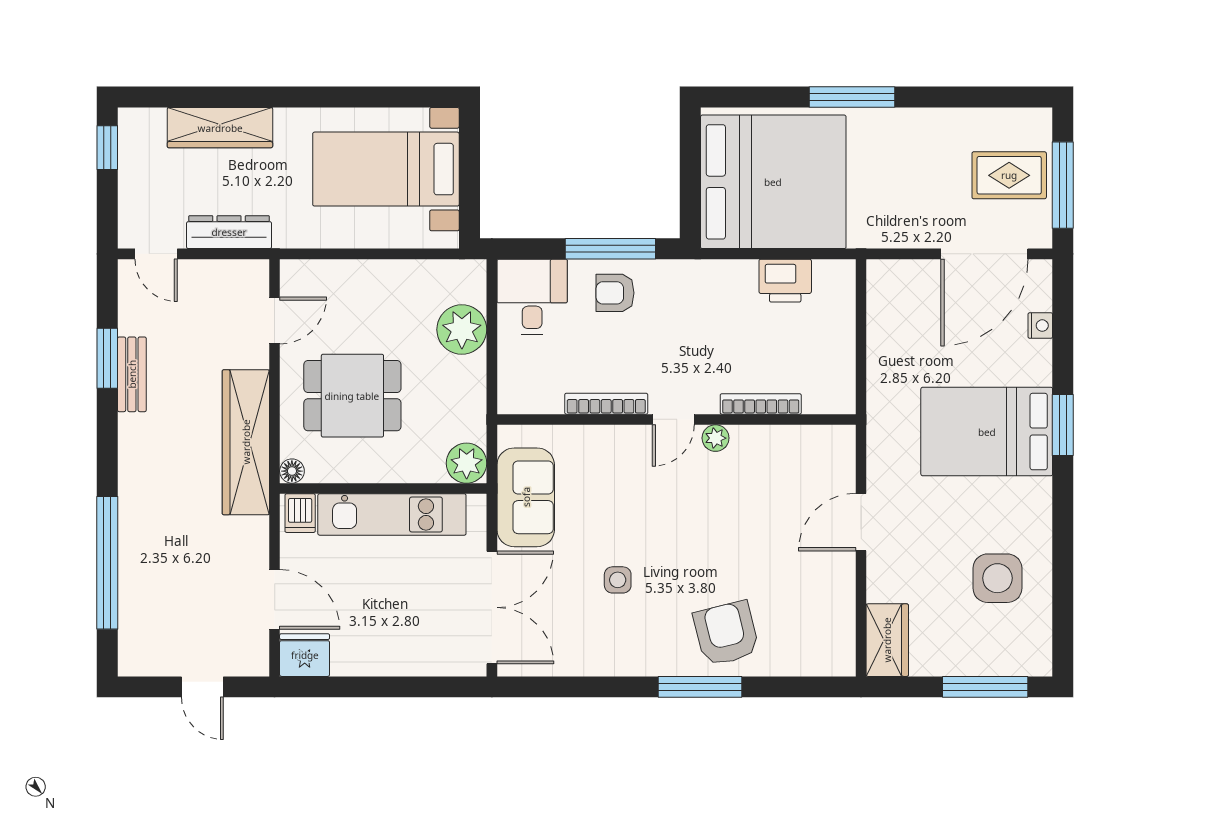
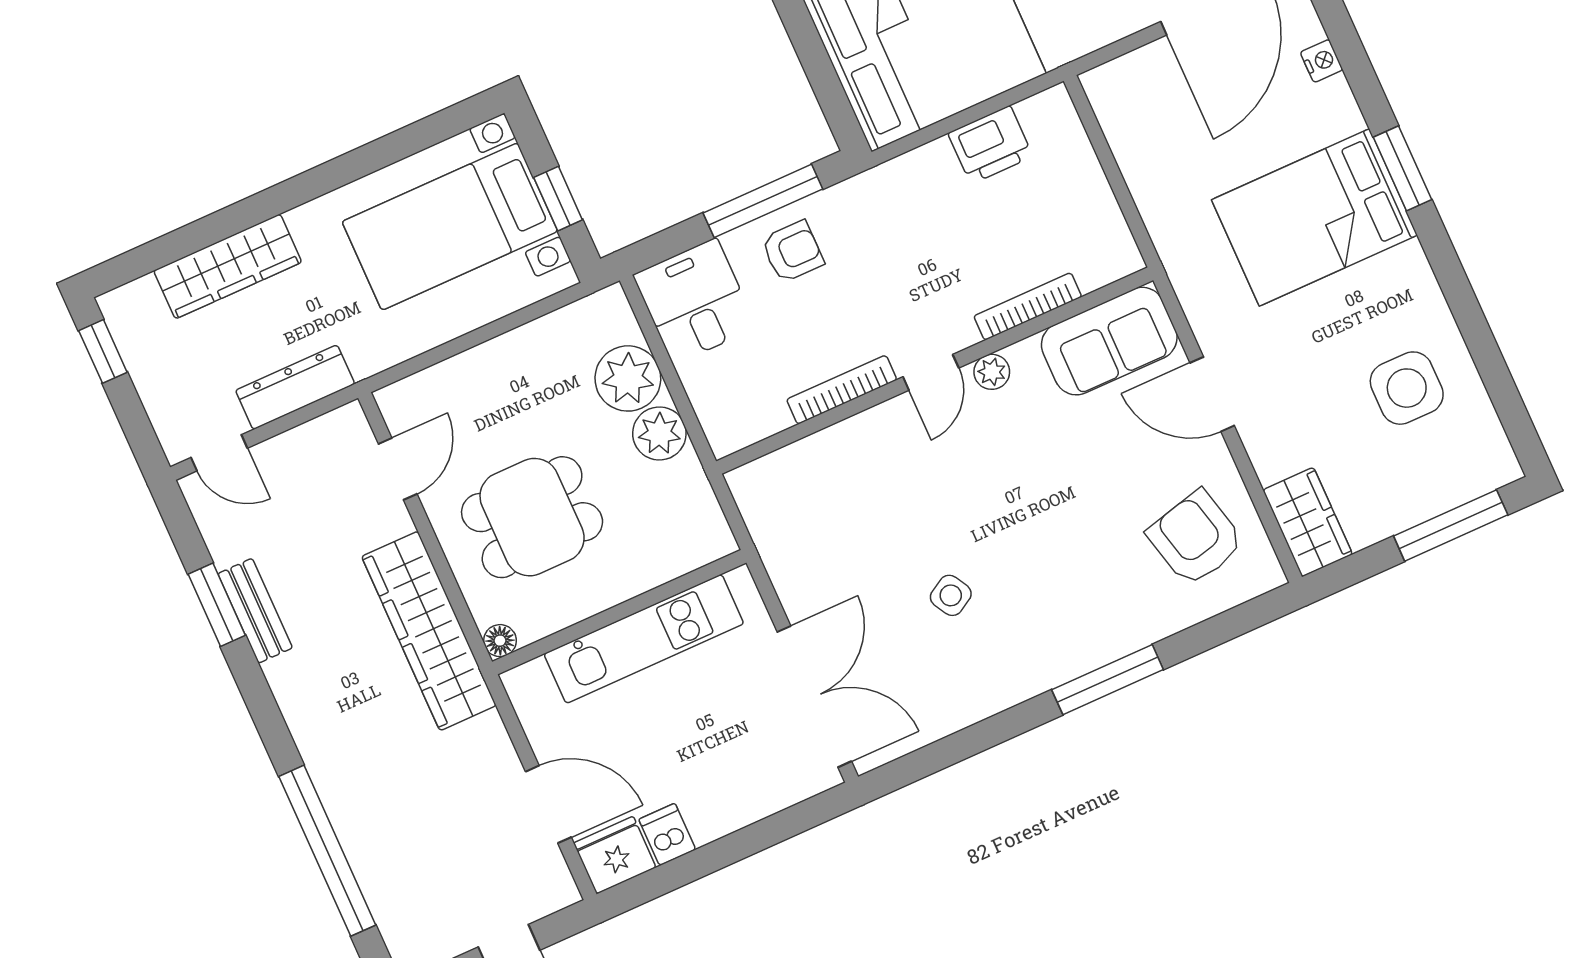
window: (469, 183) -> (558, 199), added
armchair: (615, 293) -> (792, 252), turned 180
plant: (467, 463) -> (659, 433), moved
sofa: (526, 497) -> (1109, 341), moved, turned 90
dishwasher: (300, 513) -> (667, 834), moved, turned 180
door: (861, 522) -> (1212, 394), hinge flipped
side table: (618, 580) -> (951, 595), turned -30
armchair: (726, 633) -> (1196, 538), moved

